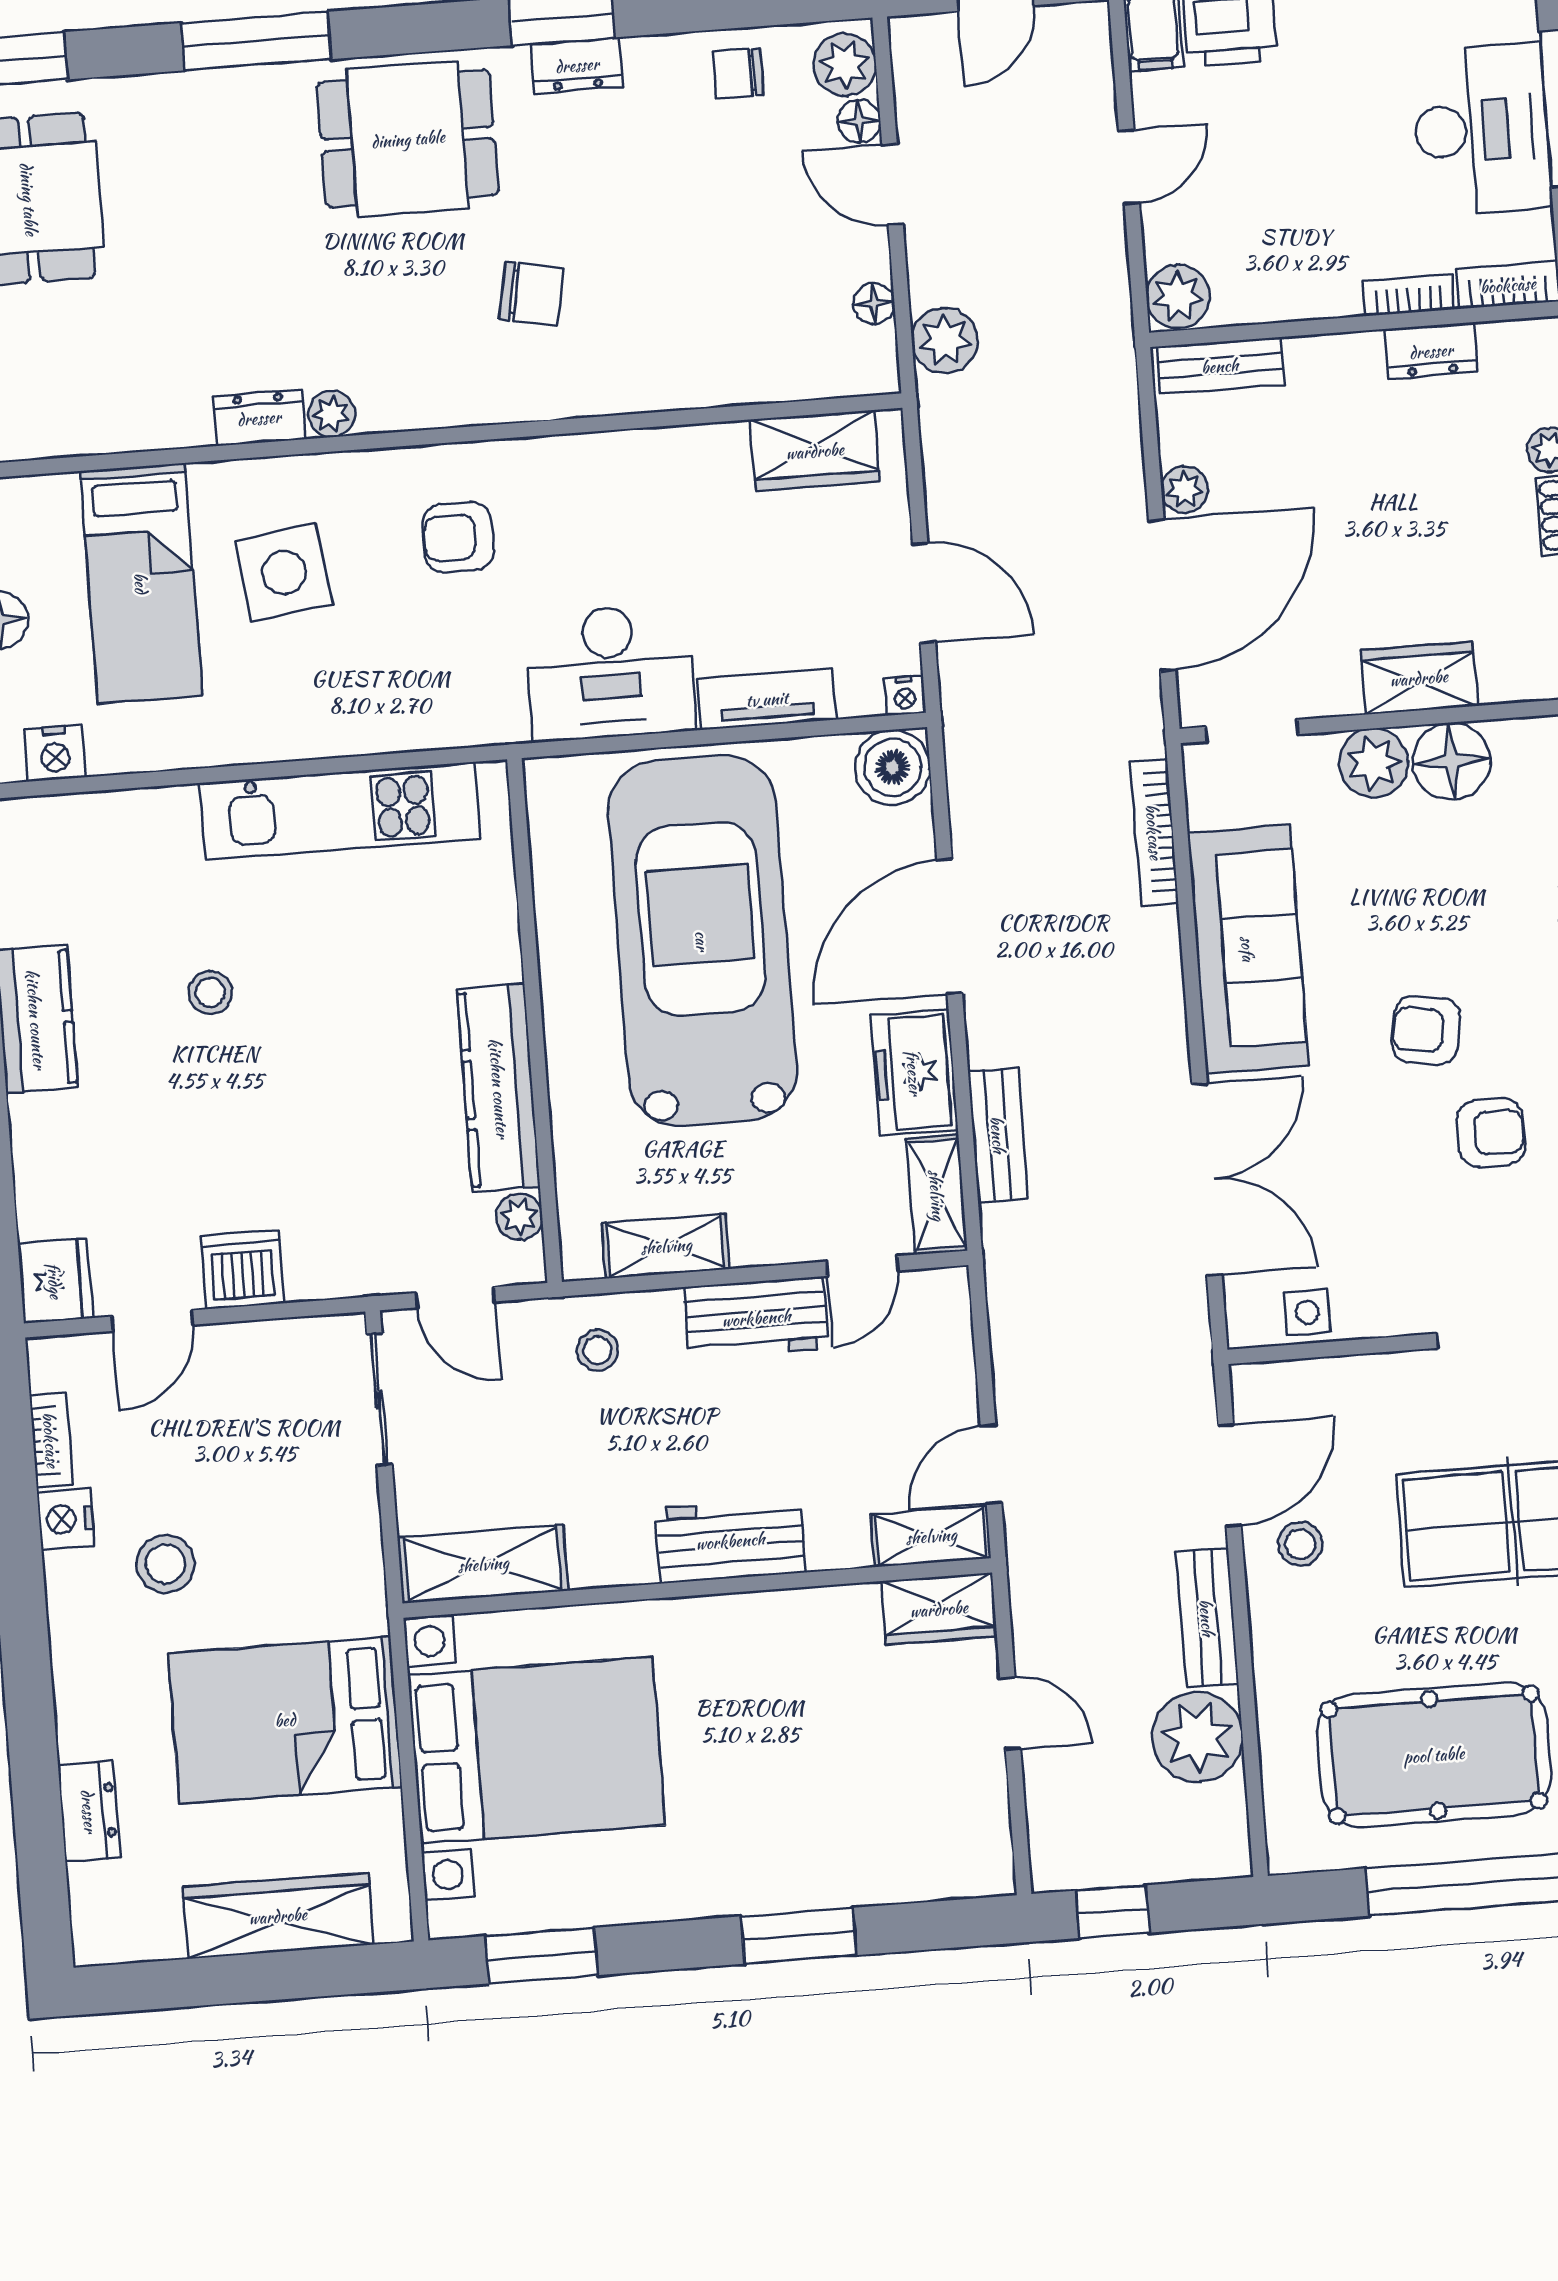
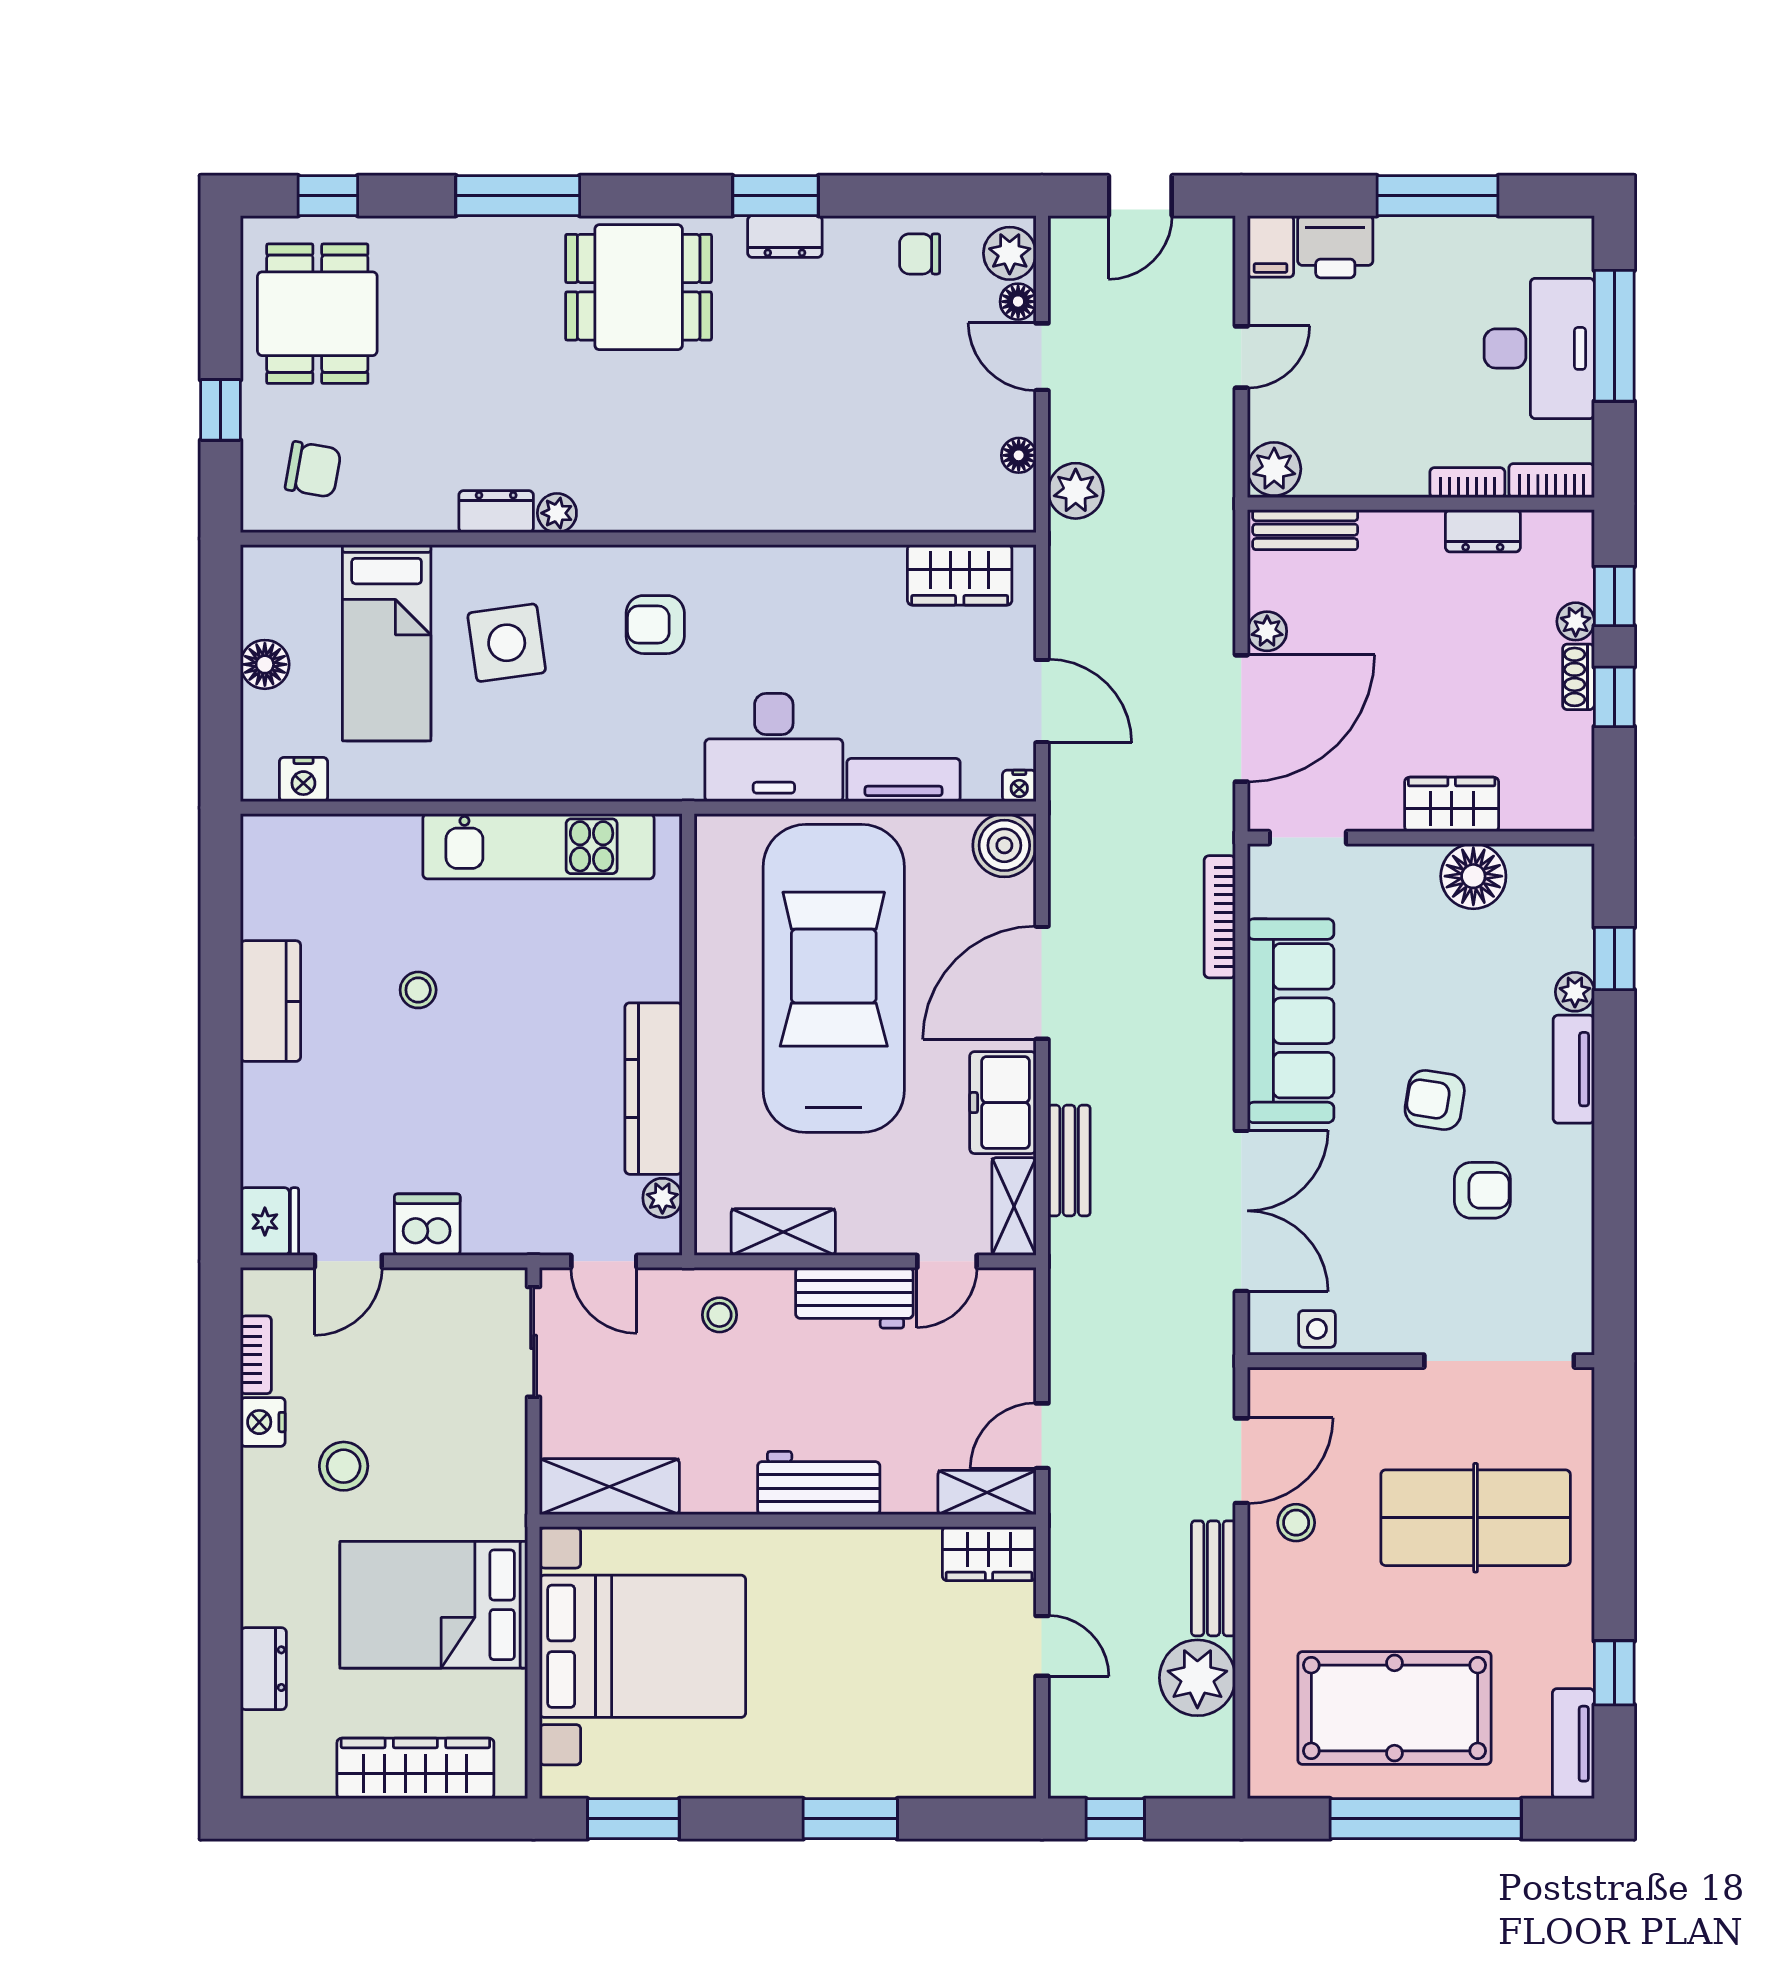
chair: (531, 293) -> (313, 469), moved
plant: (1373, 763) -> (1408, 873), removed

